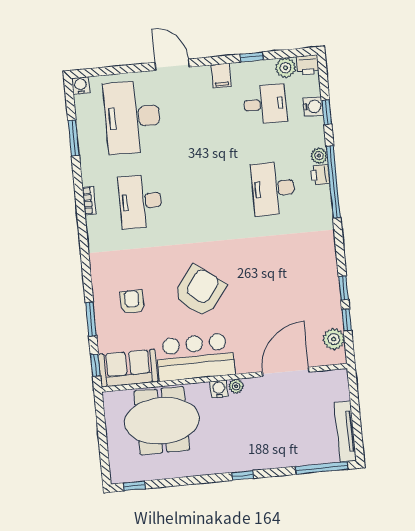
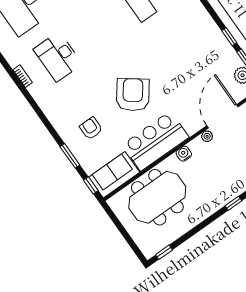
plant: (236, 386) -> (207, 136), moved

